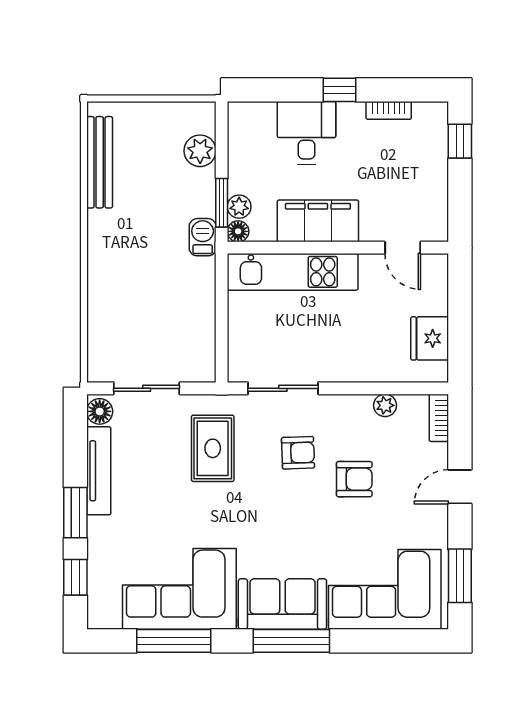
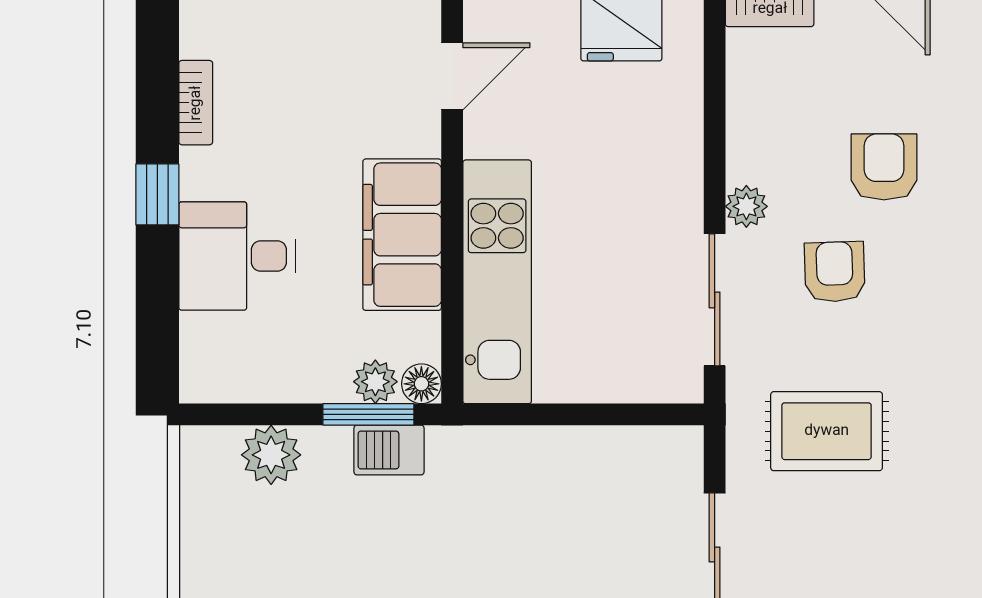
barbecue: (203, 237) -> (389, 450), moved
plant: (385, 405) -> (746, 206), moved

